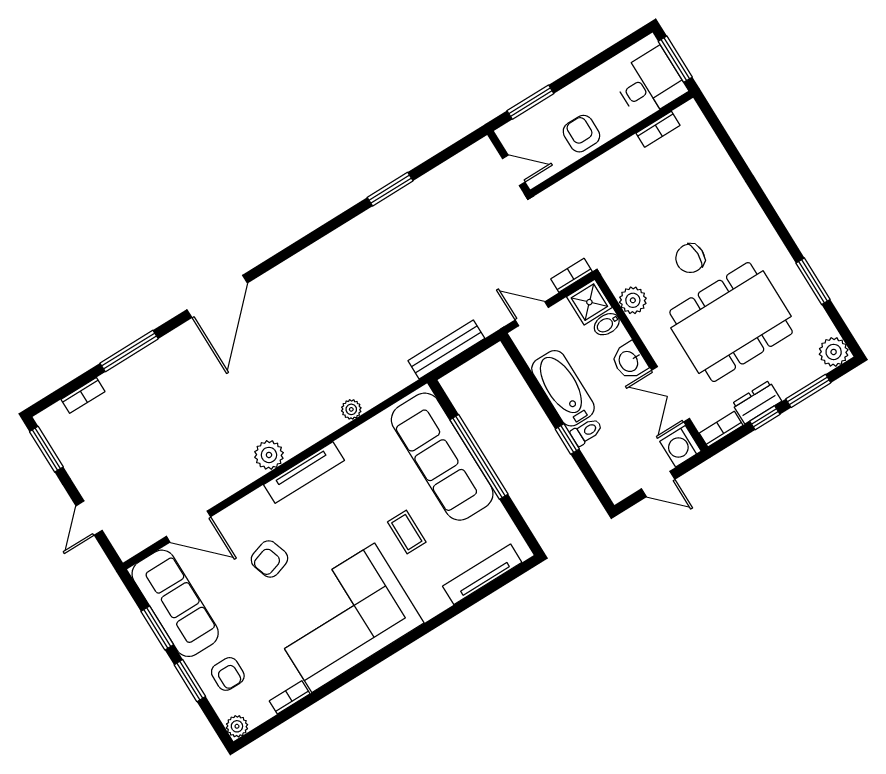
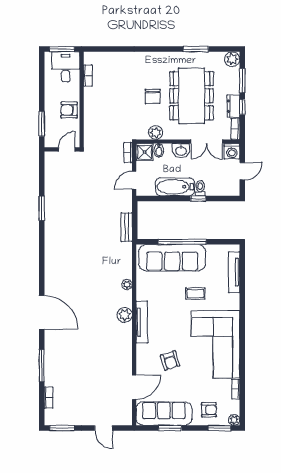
bench: (446, 349) -> (127, 227), width x0.73
plant: (269, 455) -> (125, 315), moved
window: (190, 681) -> (219, 428), moved

